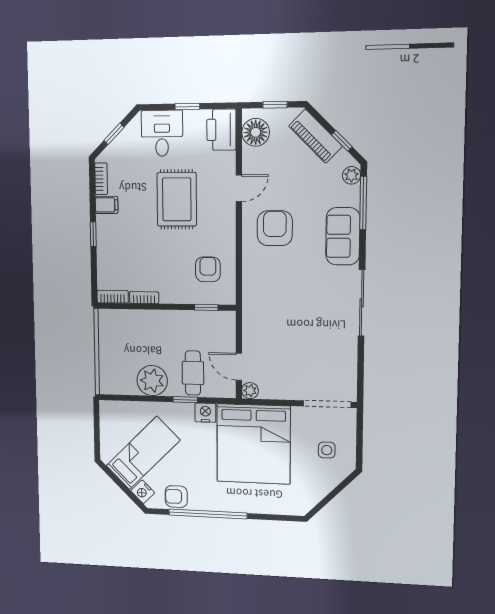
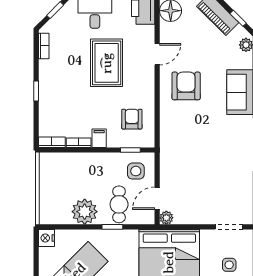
filing cabinet: (107, 205) -> (99, 138), moved, turned -90
side table: (213, 333) -> (136, 171), added
door: (239, 367) -> (157, 198), hinge flipped
doorway: (327, 404) -> (229, 227), width x0.73
nightstand: (205, 413) -> (47, 238), moved, turned -90

